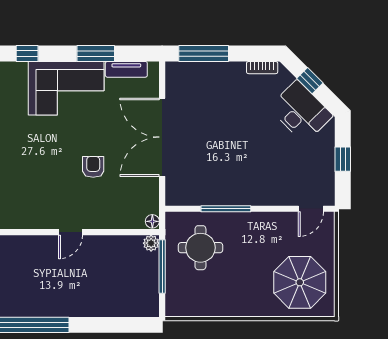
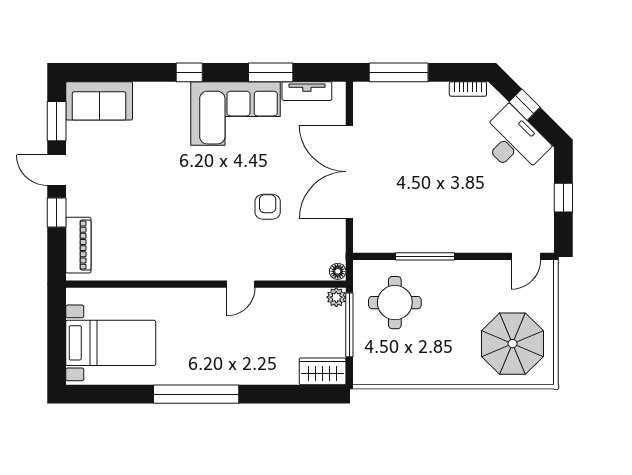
wardrobe: (140, 306) -> (323, 371), added

